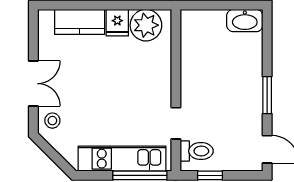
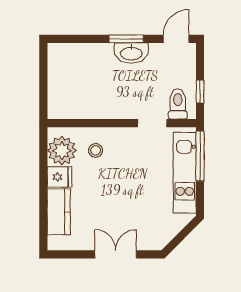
washbasin: (245, 21) -> (131, 53), moved, turned 90
stool: (52, 121) -> (96, 150), moved

